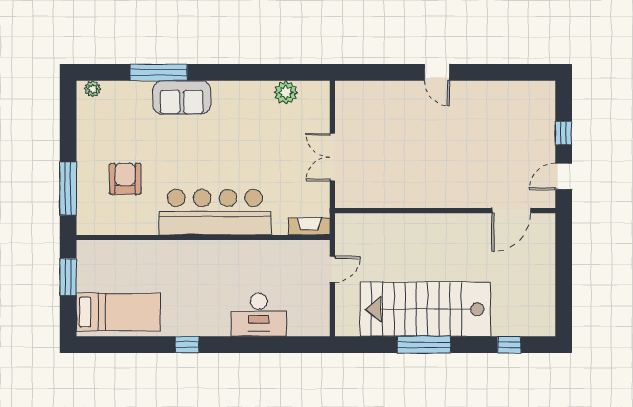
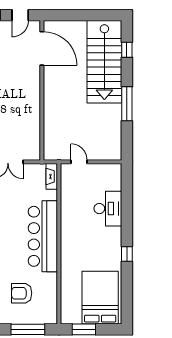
door: (564, 176) -> (20, 15), hinge flipped
door: (511, 211) -> (42, 48), width x1.36
stairs: (425, 309) -> (104, 62), moved
bed: (118, 312) -> (100, 298), width x1.50

